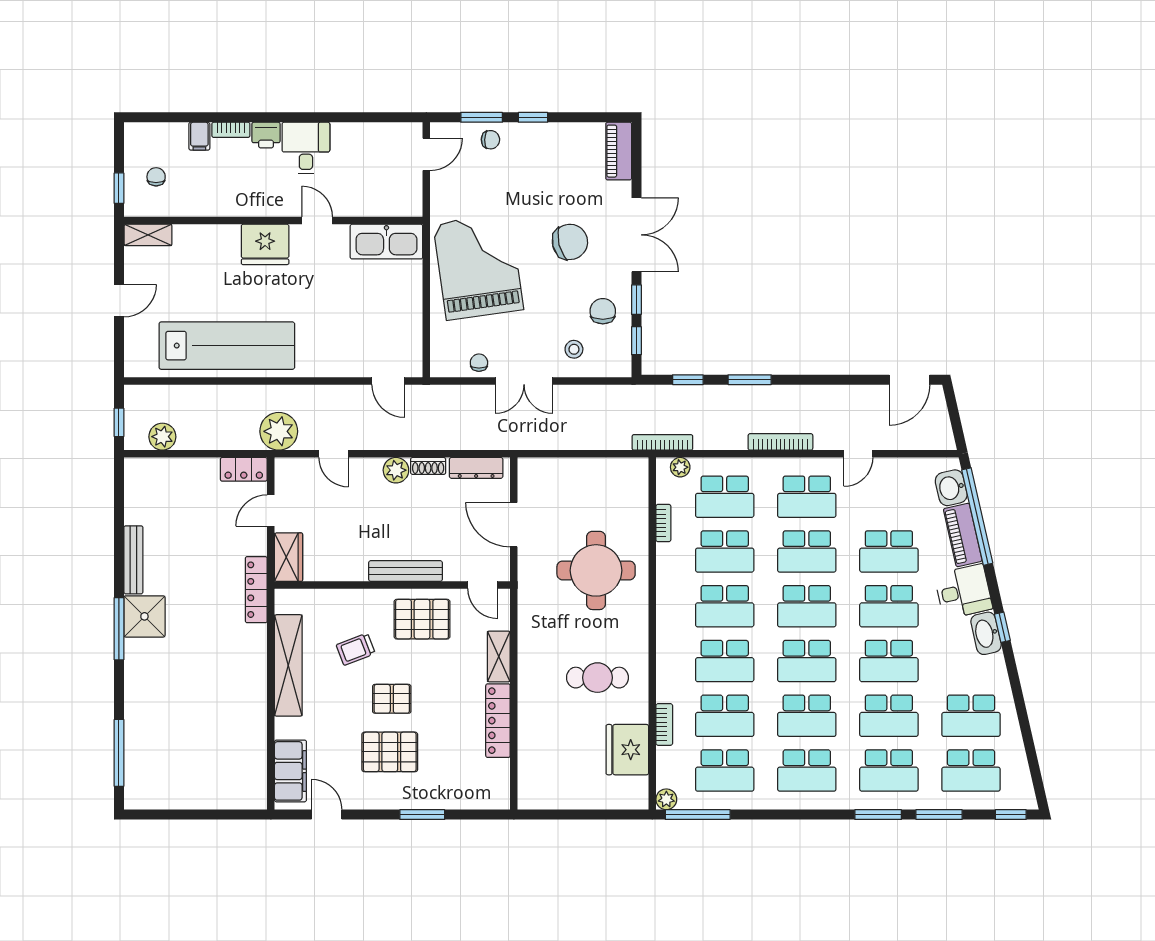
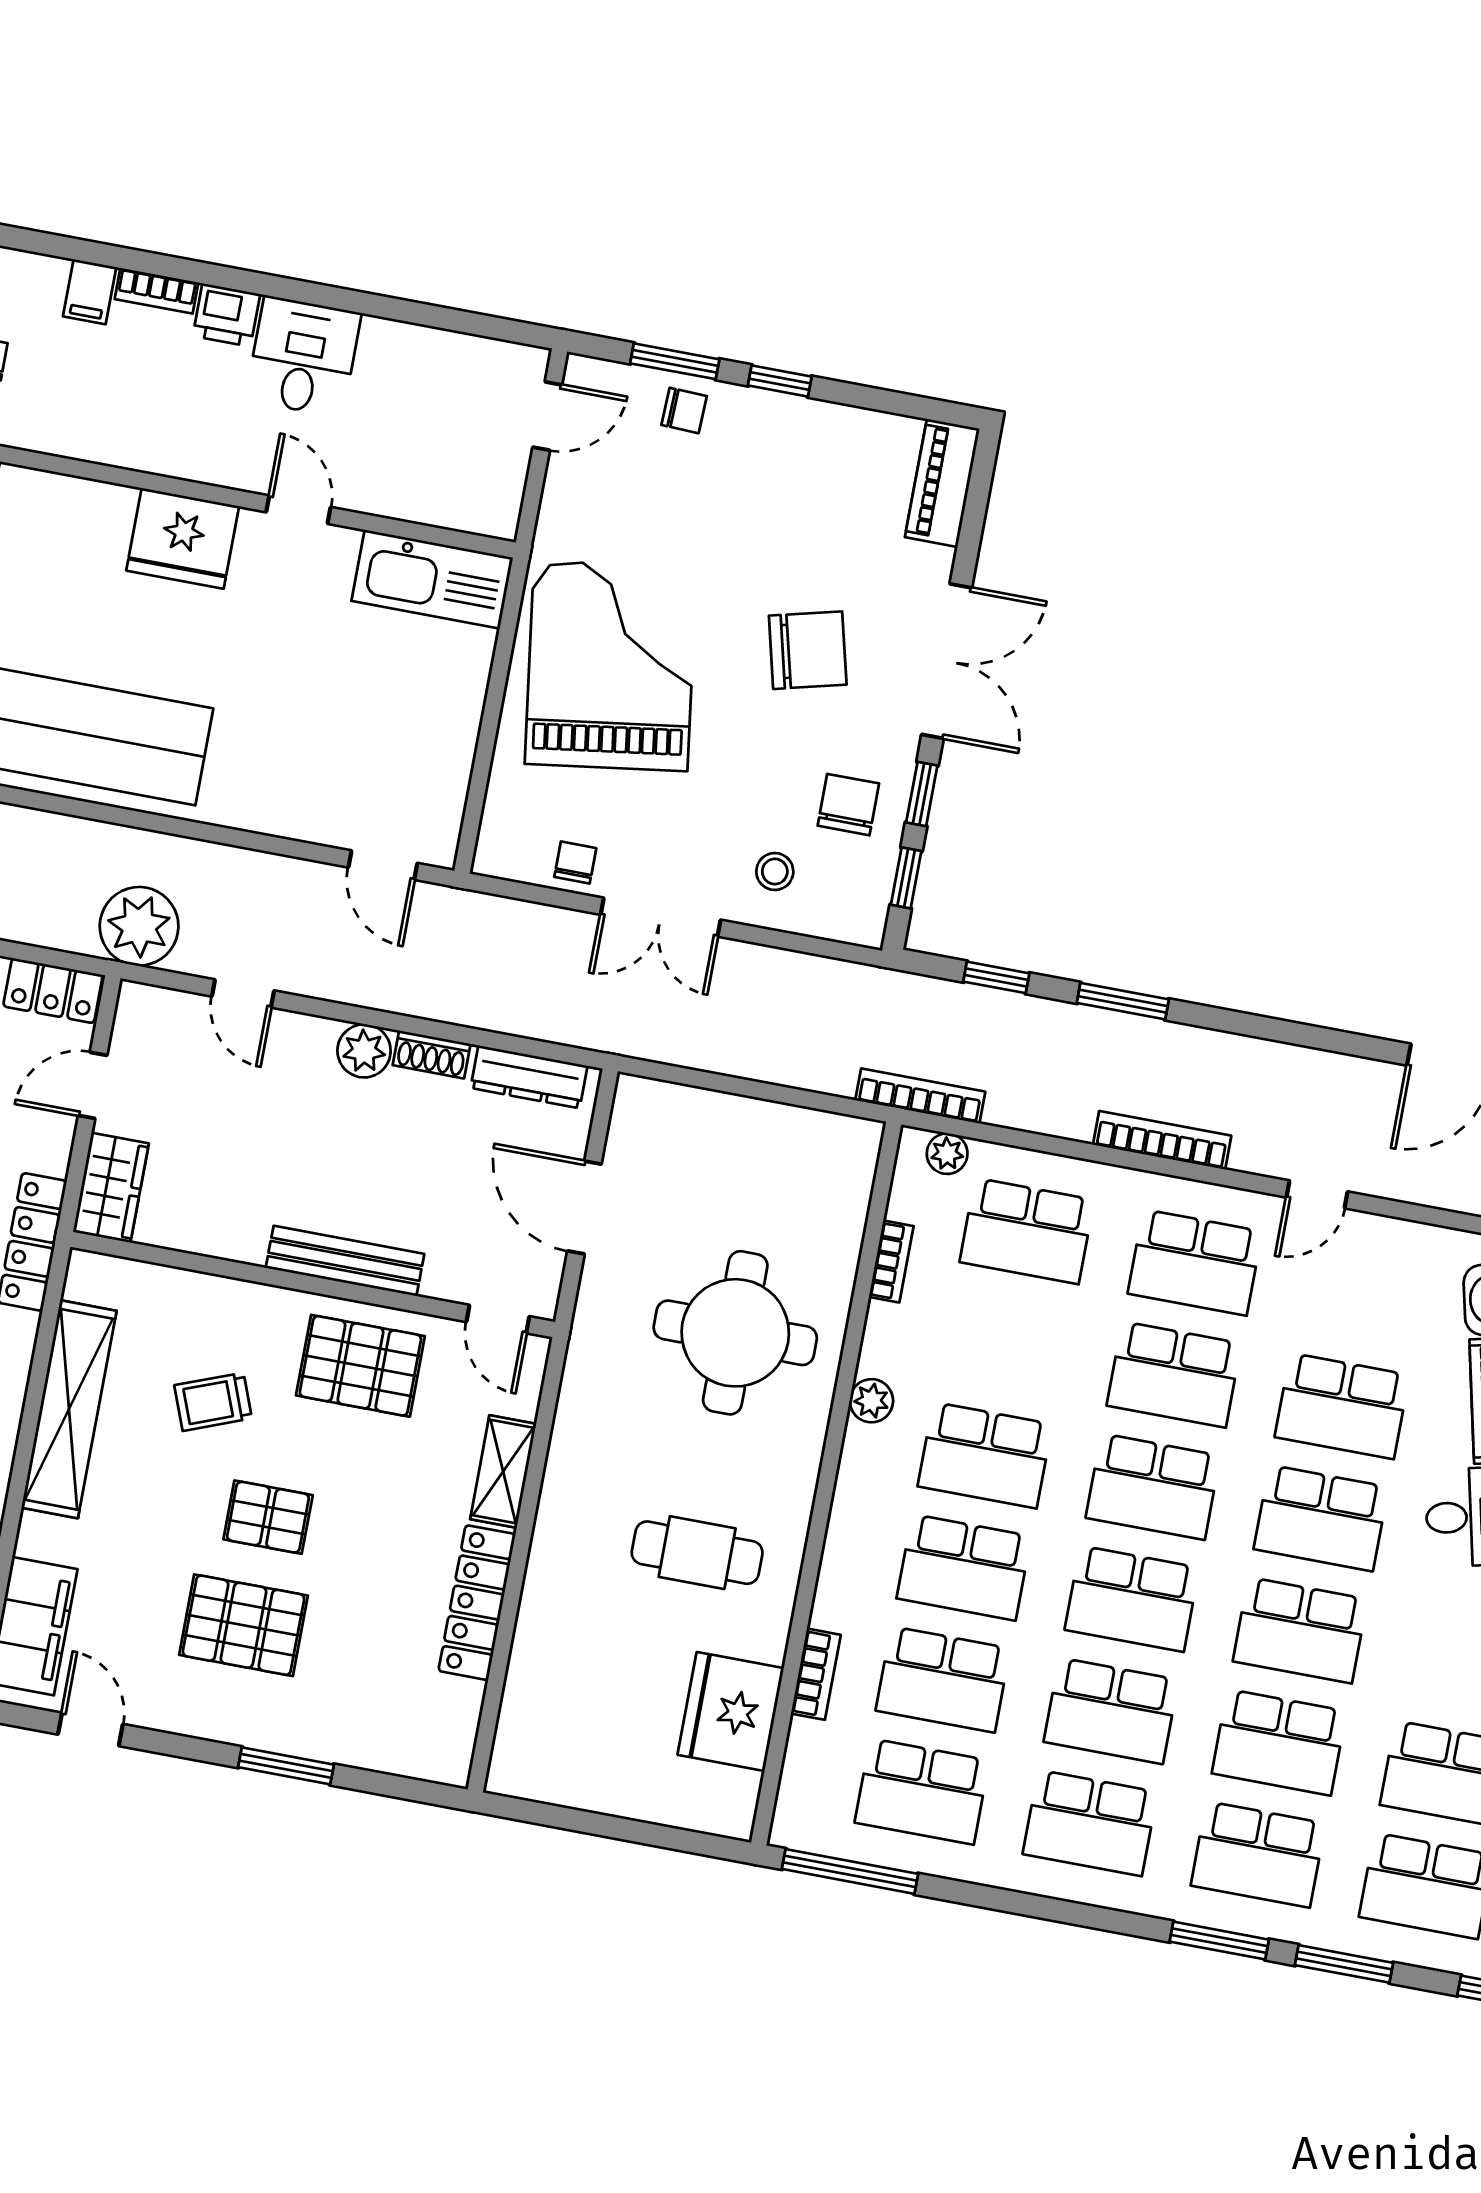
school desk: (725, 551) -> (1006, 1343), removed
plant: (666, 799) -> (871, 1401), moved

